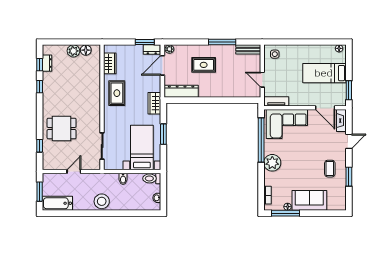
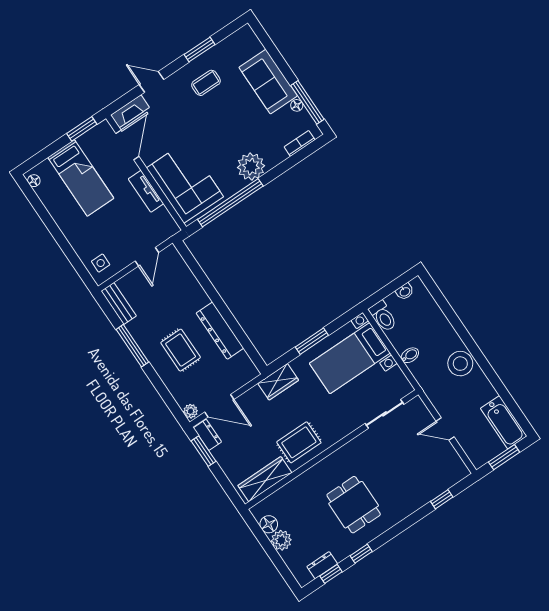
wardrobe: (110, 63) -> (265, 479), width x1.50
dresser: (181, 91) -> (220, 331), moved
tv unit: (276, 101) -> (146, 191), moved
dining table: (62, 129) -> (354, 505), moved

